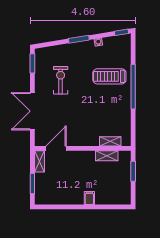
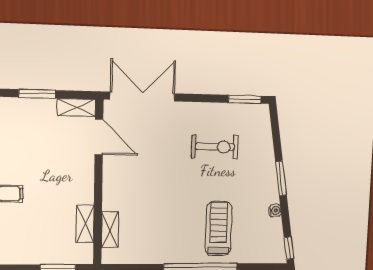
double door: (32, 111) -> (142, 97), moved

